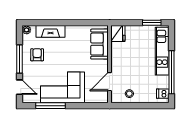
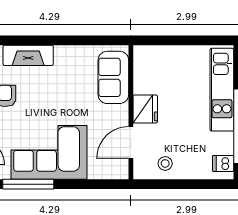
window: (152, 23) -> (204, 40), removed
fridge: (118, 34) -> (145, 109), moved

